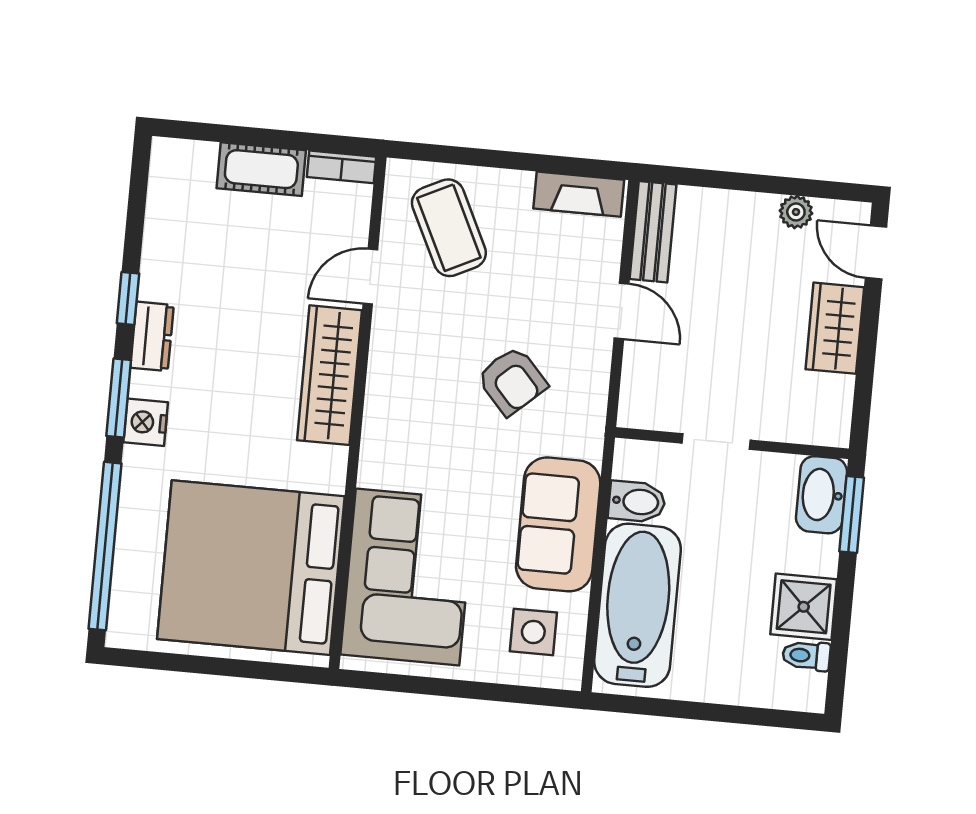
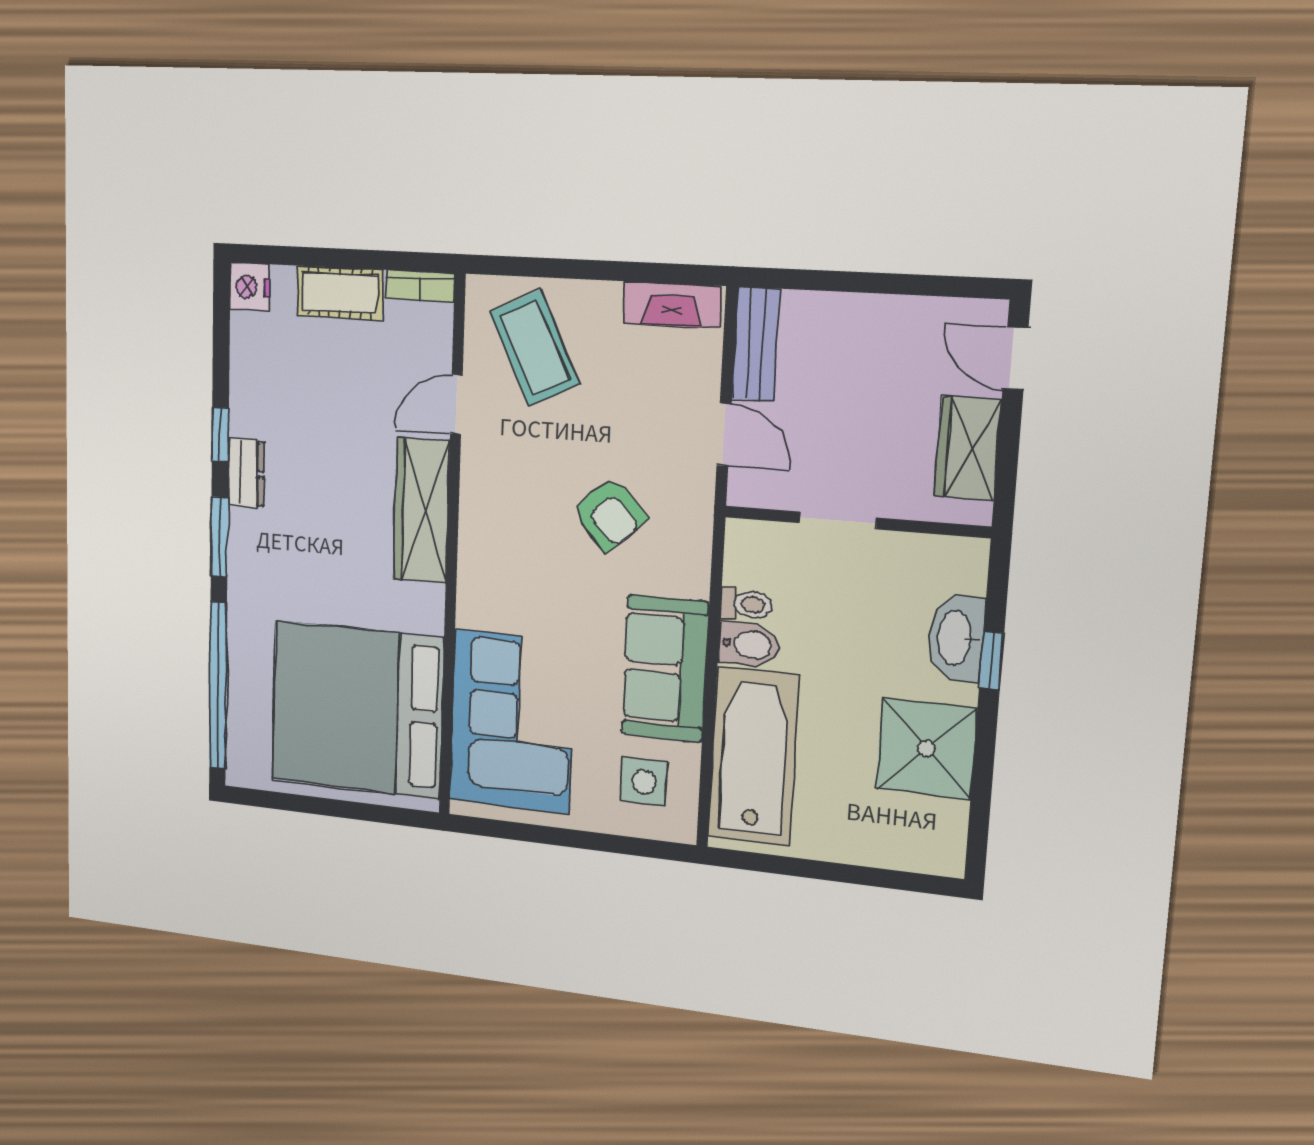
plant: (796, 212) -> (919, 315), removed
nightstand: (146, 422) -> (250, 287), moved
doorway: (716, 442) -> (838, 520), moved
wall: (732, 443) -> (856, 522), moved
window: (852, 514) -> (992, 660), width x0.67
shower: (804, 607) -> (926, 748), width x1.36, depth x1.36
toilet: (806, 656) -> (746, 604), moved, turned 180

